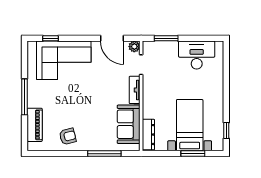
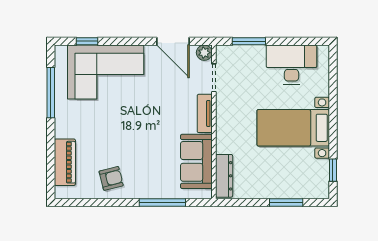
window: (25, 97) -> (51, 93), moved
bed with nightstands: (190, 125) -> (293, 128), moved, turned -90

